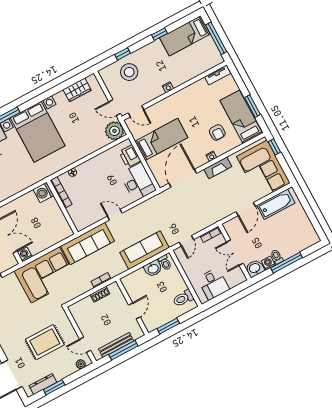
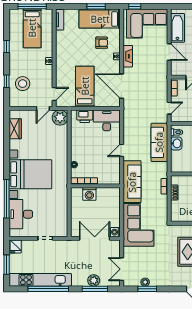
bed: (185, 36) -> (32, 28), moved
washing machine: (43, 192) -> (89, 194), moved
door: (186, 241) -> (169, 108), hinge flipped

